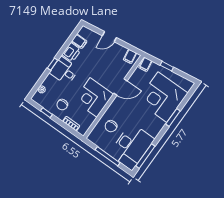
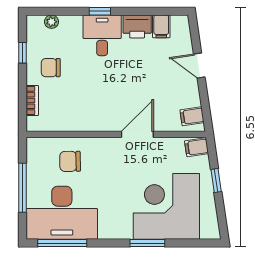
door: (120, 87) -> (137, 134), swing flipped
corner desk: (94, 97) -> (94, 106), removed

